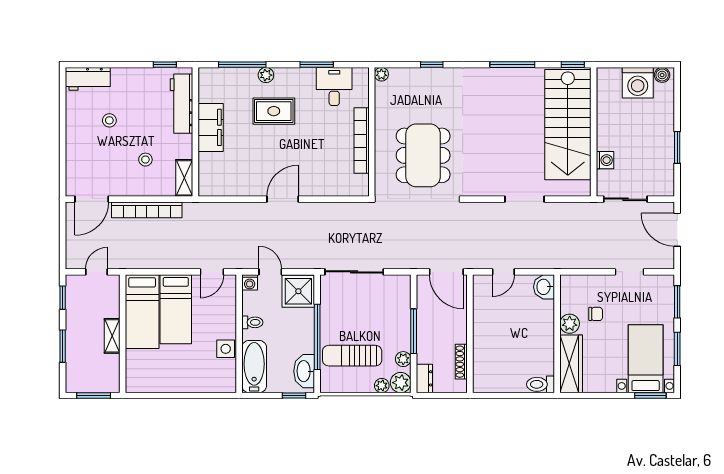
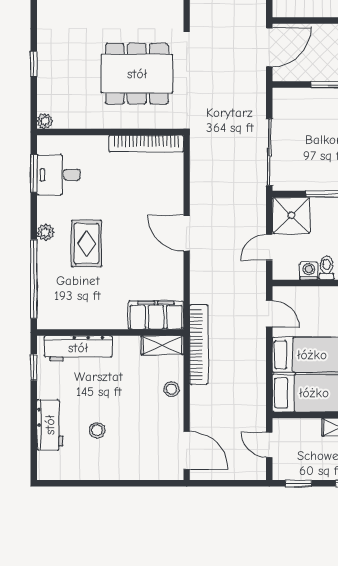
window: (242, 65) -> (34, 279), width x1.46
window: (317, 65) -> (34, 174), moved
plant: (266, 75) -> (46, 232), moved
workbench: (88, 79) -> (50, 425), moved
filing cabinet: (211, 127) -> (156, 315), moved
bookcase: (362, 141) -> (146, 144), moved
stool: (145, 160) -> (172, 389), moved
bookcase: (147, 210) -> (199, 345), moved
washing machine: (250, 282) -> (309, 271), moved, turned -90

